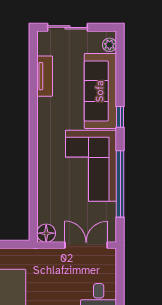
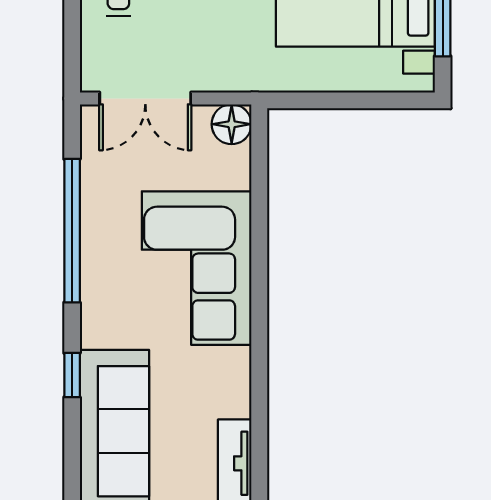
corner sofa: (91, 166) -> (197, 268), moved, turned 180

